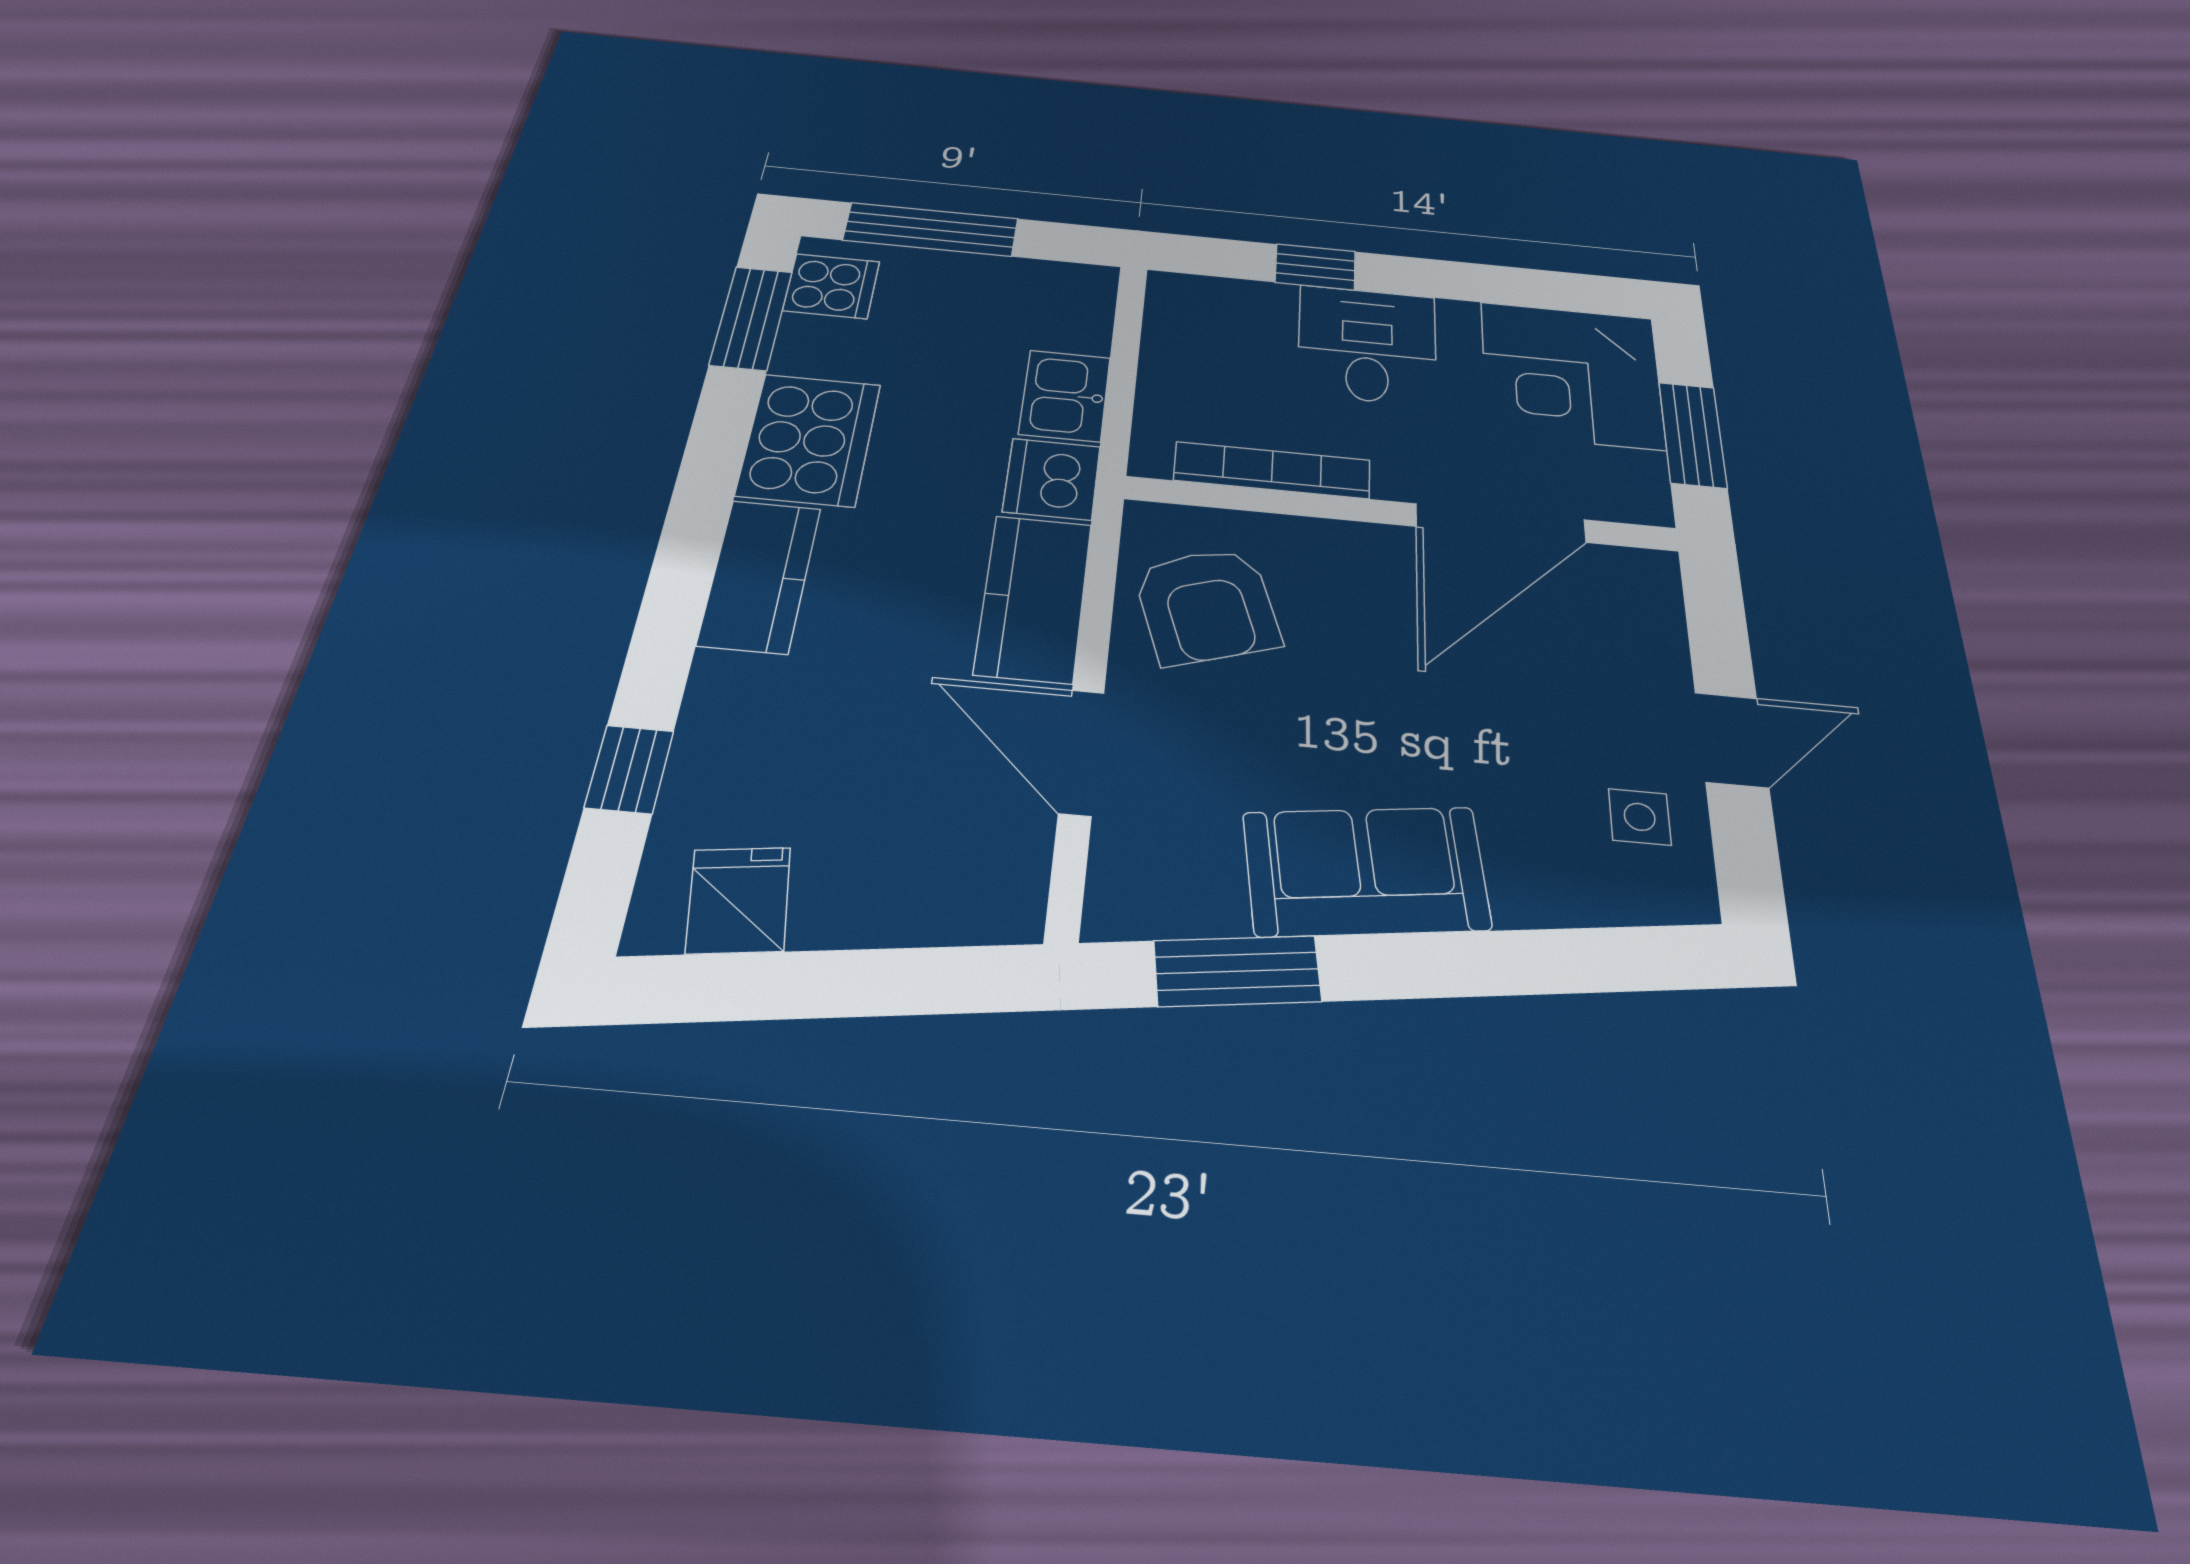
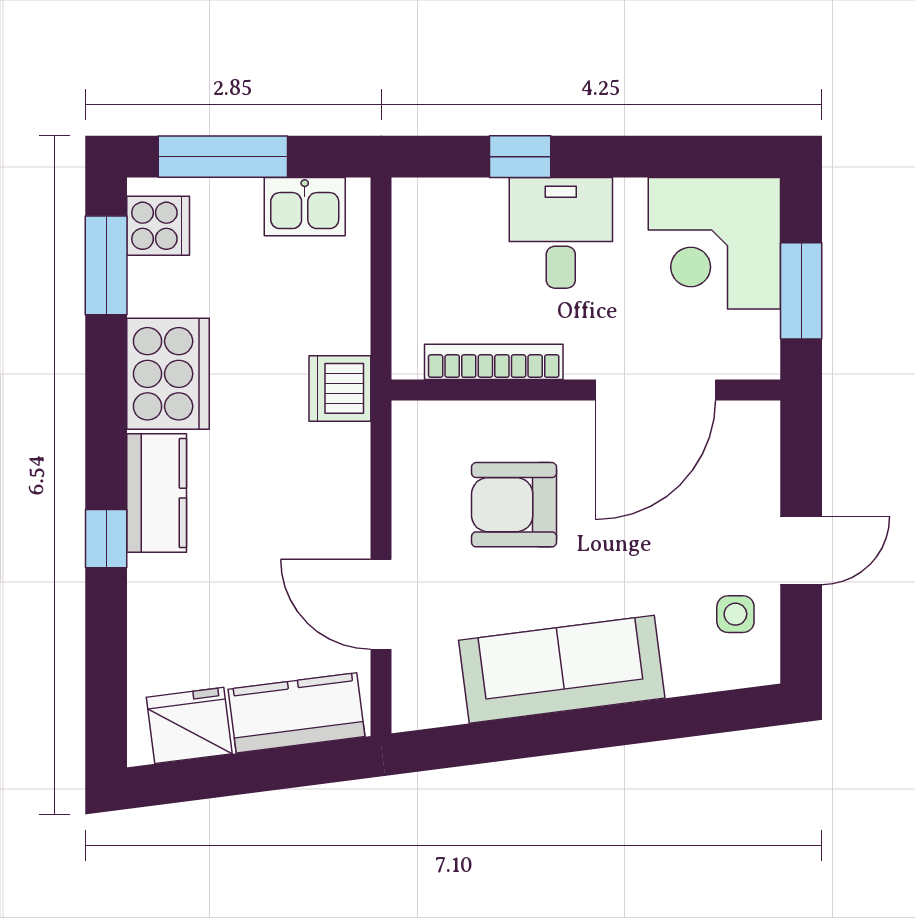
kitchen sink: (1065, 396) -> (305, 207), moved, turned -90
kitchen counter: (1034, 598) -> (296, 713), moved, turned 83
armchair: (1207, 605) -> (514, 505), moved, turned 108
window: (629, 769) -> (106, 539), moved
sofa: (1366, 871) -> (562, 669), width x1.36
fridge: (739, 900) -> (189, 725), width x1.38
window: (1237, 971) -> (486, 742), removed

